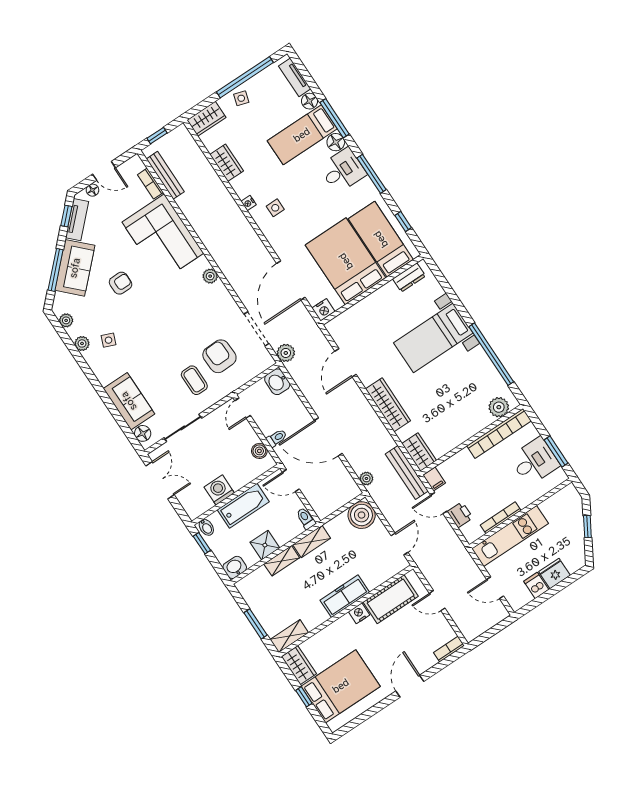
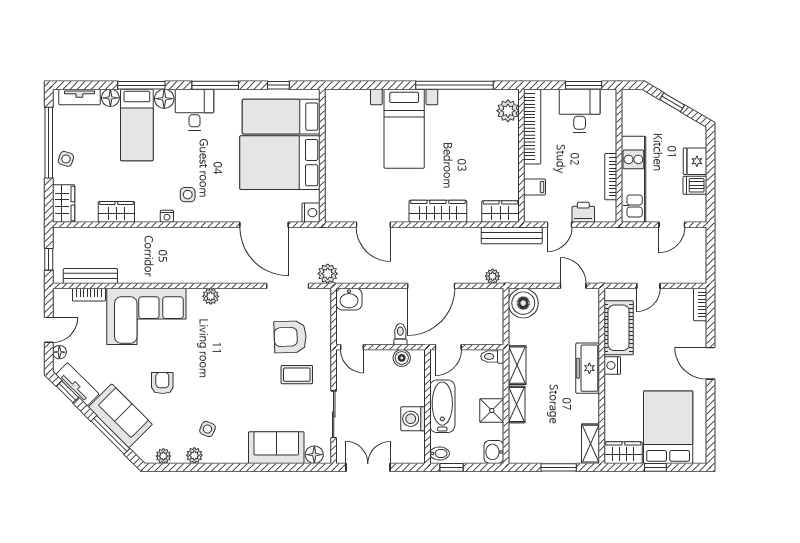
dresser: (409, 277) -> (334, 114), removed
filing cabinet: (434, 479) -> (534, 187), moved

